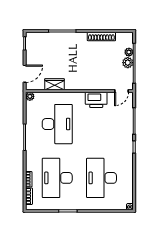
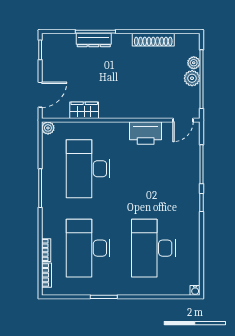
dresser: (61, 37) -> (94, 40), added
desk: (57, 124) -> (88, 169), turned 180

